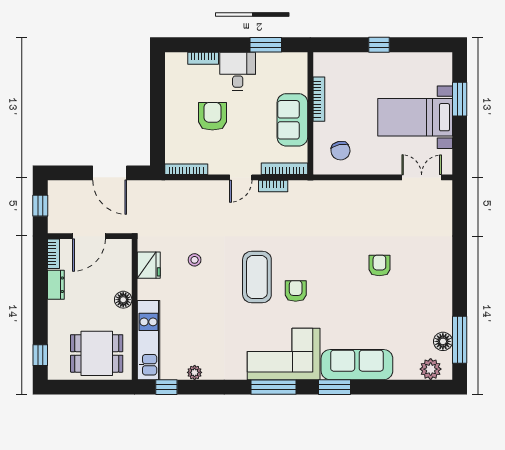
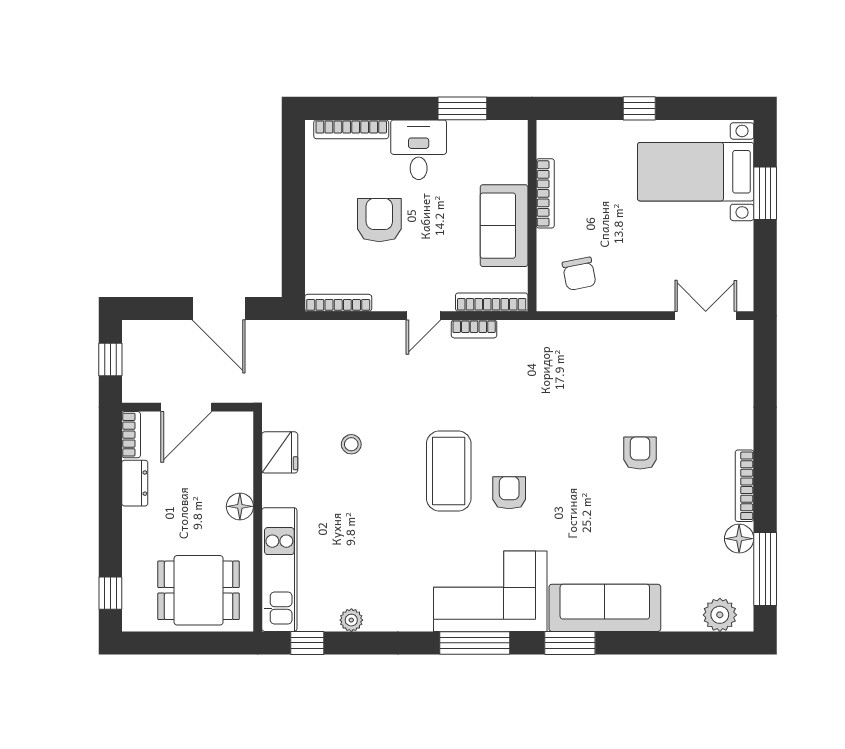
bookcase: (203, 58) -> (351, 129), width x1.56
bed with nightstands: (415, 117) -> (696, 172), moved
bookcase: (446, 286) -> (744, 486), added
floor lamp: (443, 341) -> (739, 539), moved

